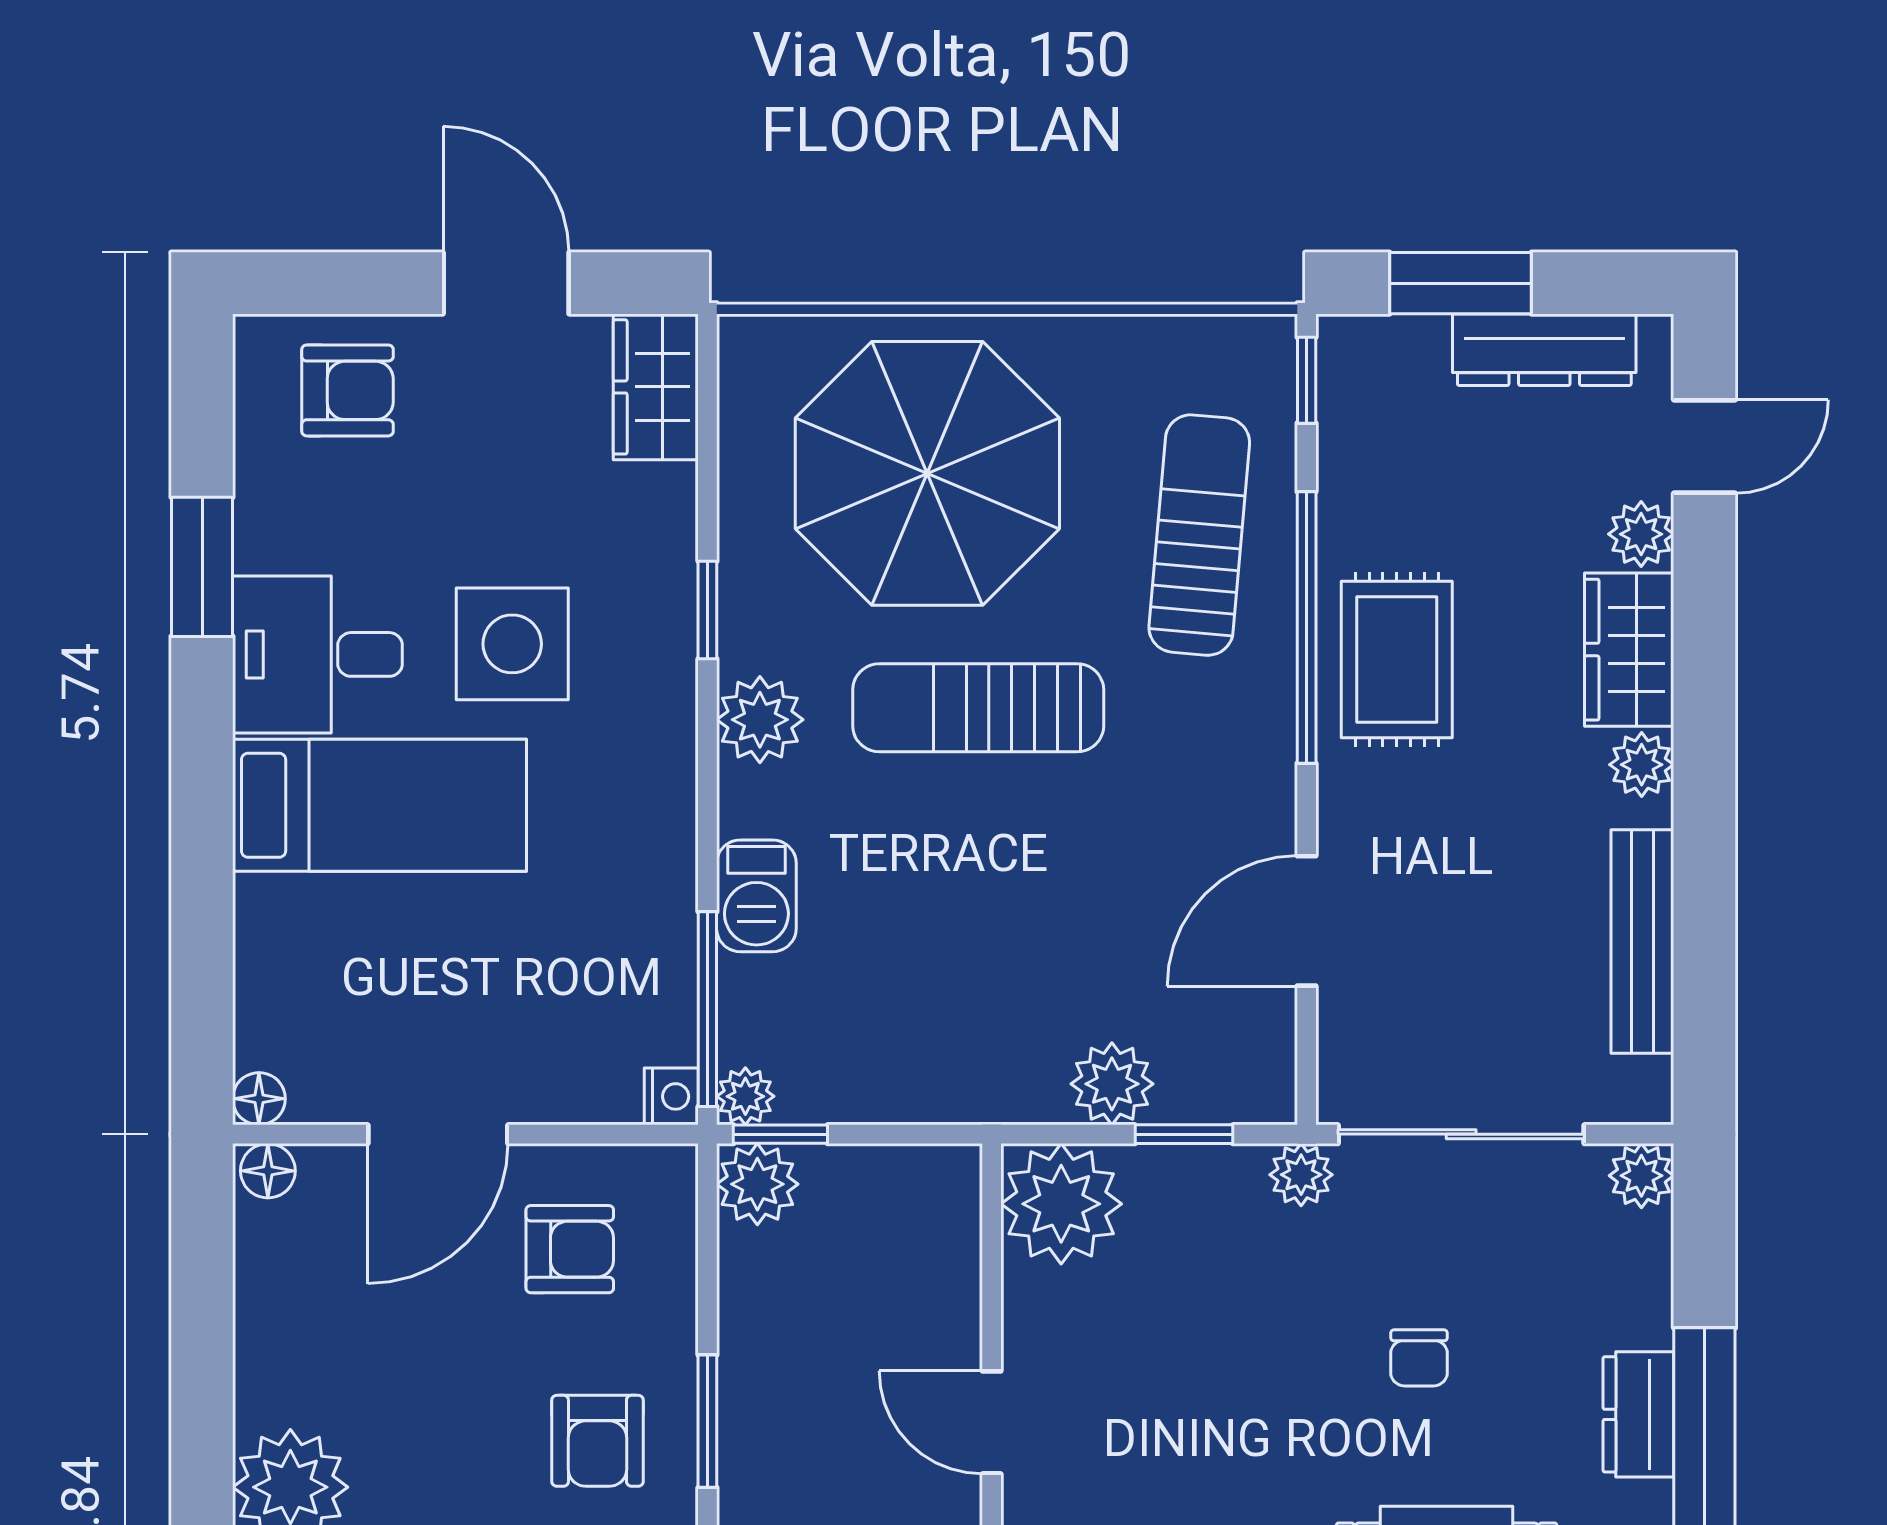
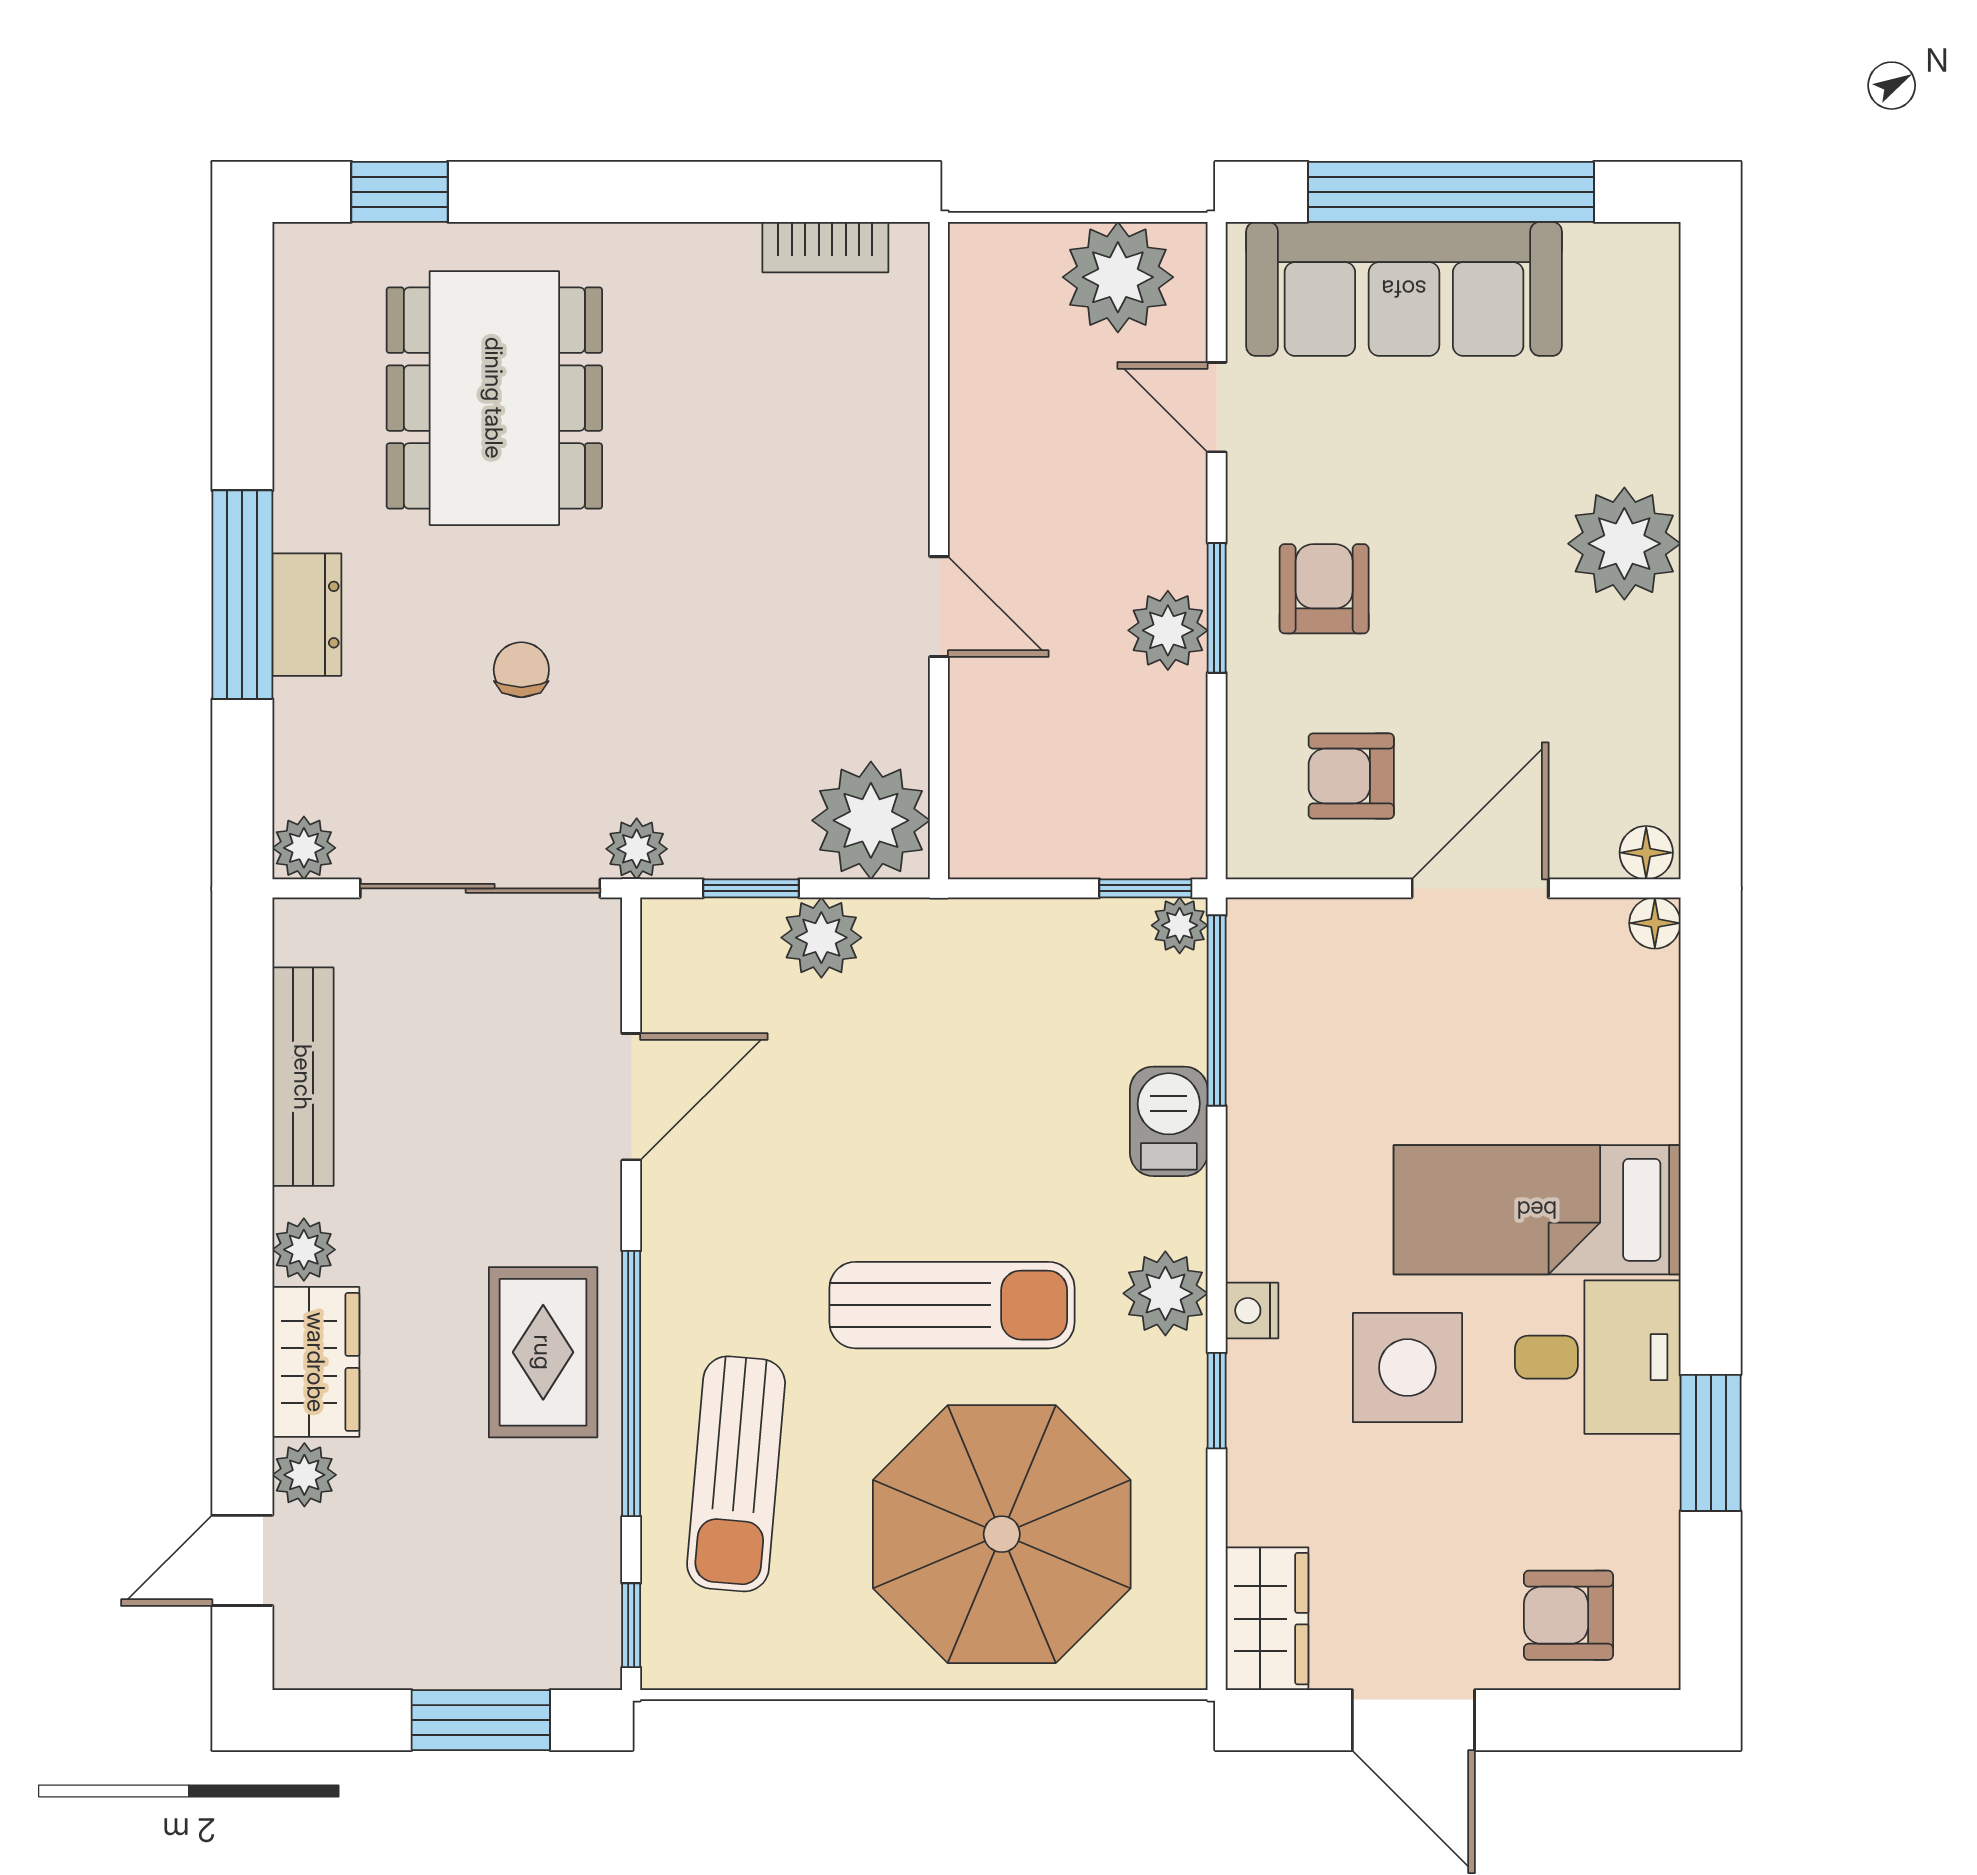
dresser: (1544, 350) -> (399, 1655), removed
nightstand: (671, 1096) -> (1252, 1311), moved
plant: (757, 1184) -> (1168, 630), moved

